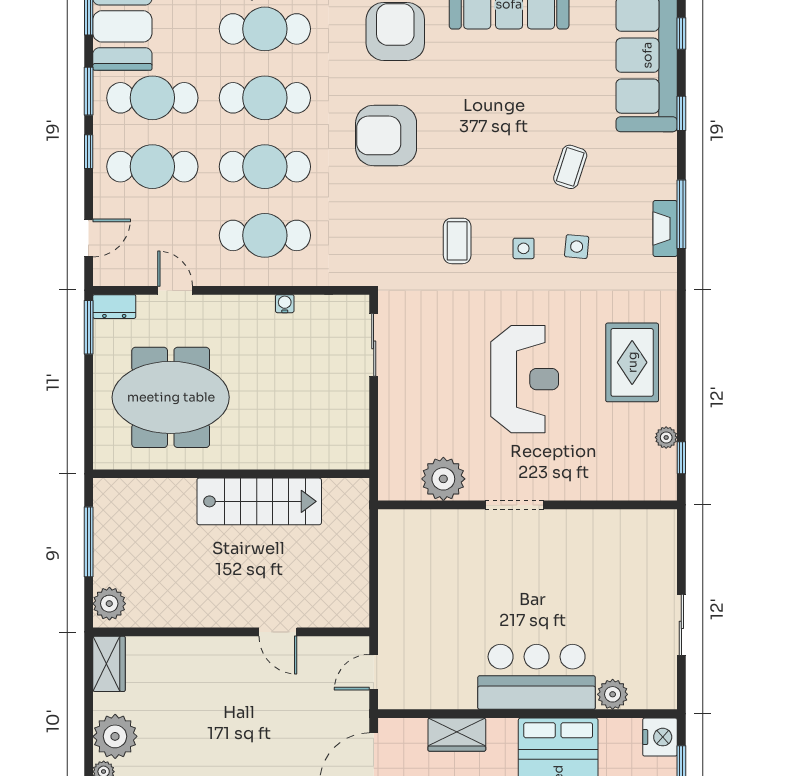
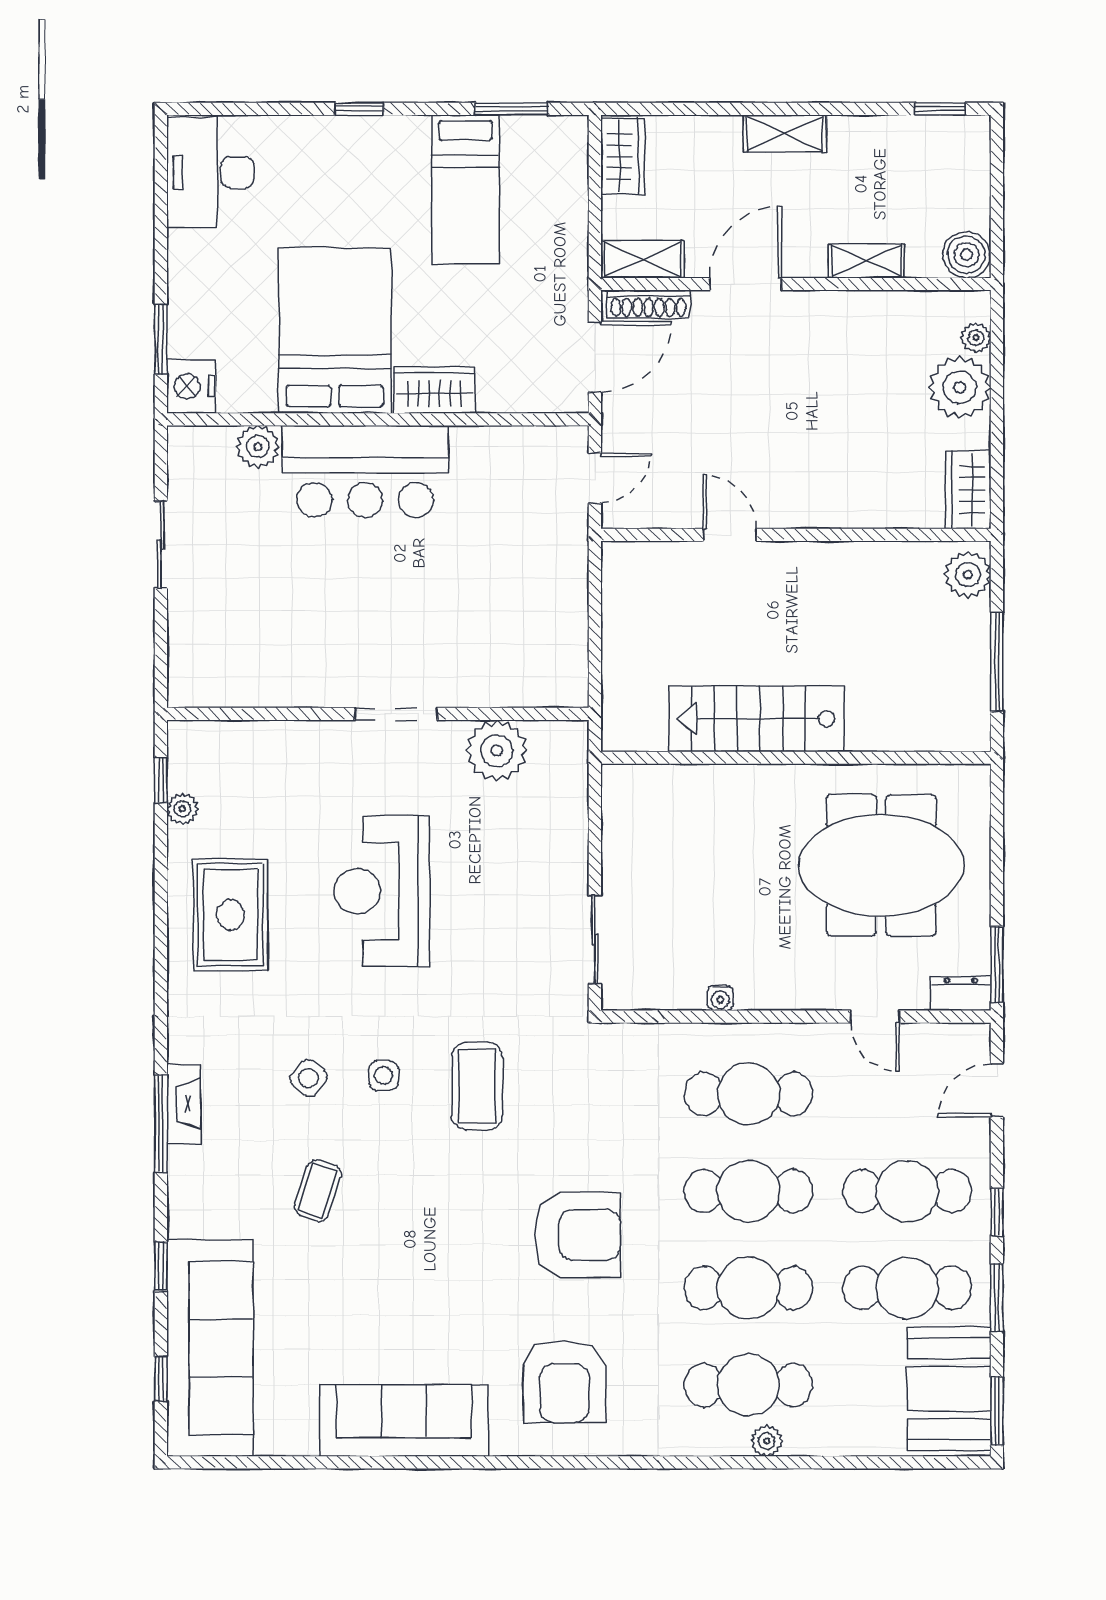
coffee table: (457, 241) -> (477, 1086), width x1.36, depth x1.30
side table: (577, 247) -> (309, 1078), turned 36
wardrobe: (457, 735) -> (434, 390), moved

